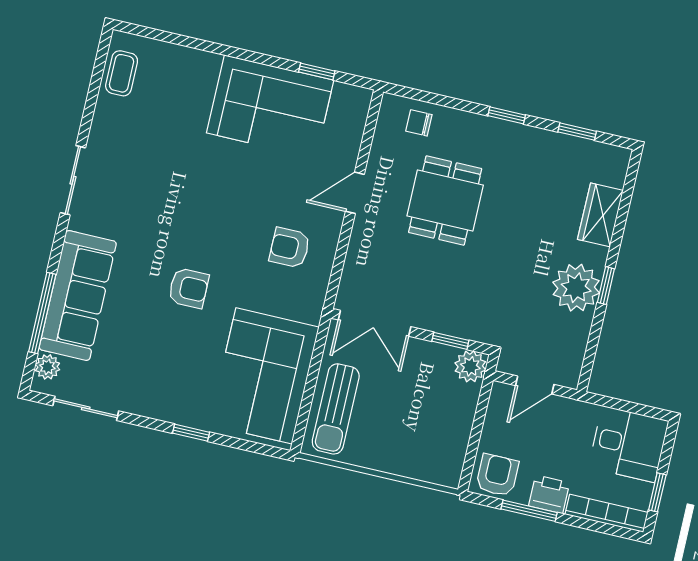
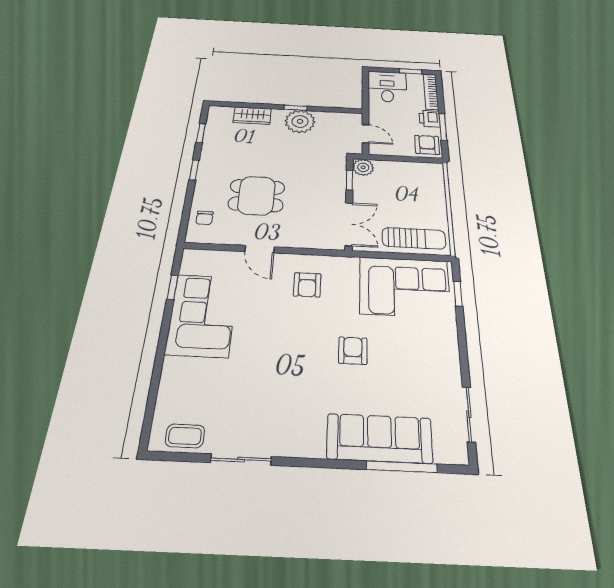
sliding door: (73, 180) -> (241, 460), moved
plant: (47, 367) -> (445, 453), removed
window: (191, 433) -> (458, 294), moved
armchair: (497, 475) -> (427, 145), turned 90

